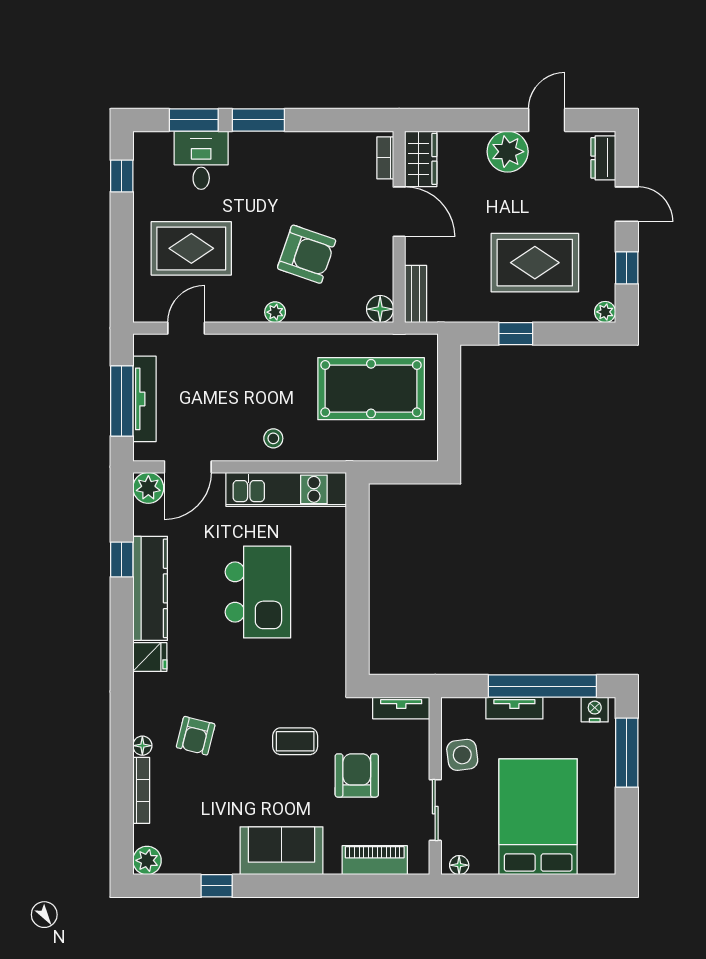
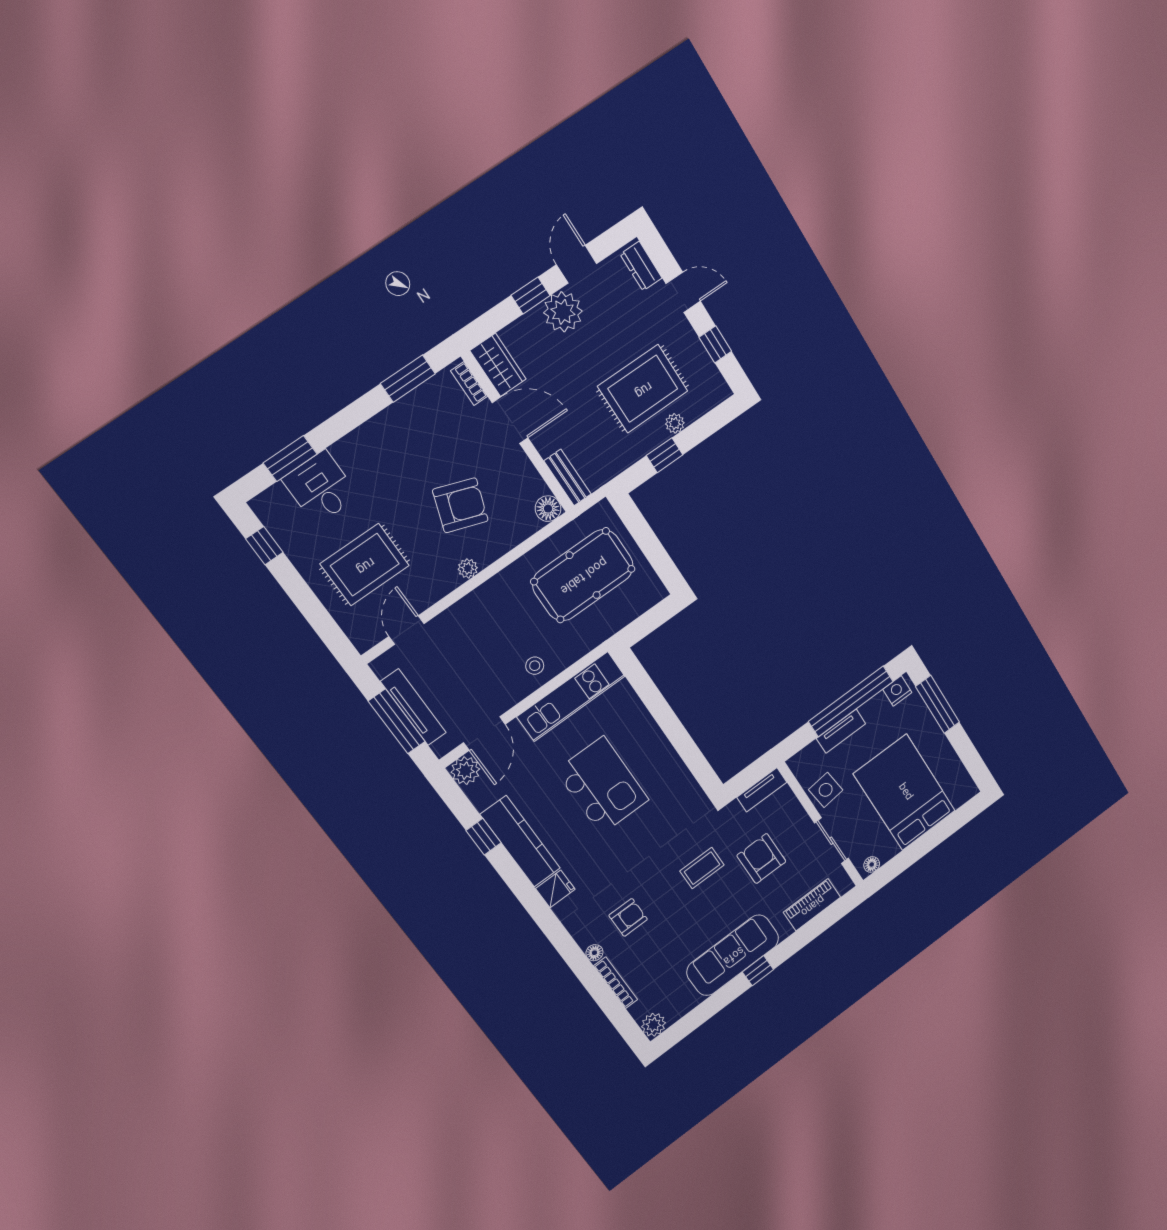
window: (258, 120) -> (408, 379), moved
window: (489, 120) -> (531, 295), added
plant: (605, 312) -> (675, 423), moved
armchair: (196, 736) -> (628, 917), turned -104
sofa: (281, 851) -> (733, 955), width x1.36
window: (217, 886) -> (758, 971), moved

